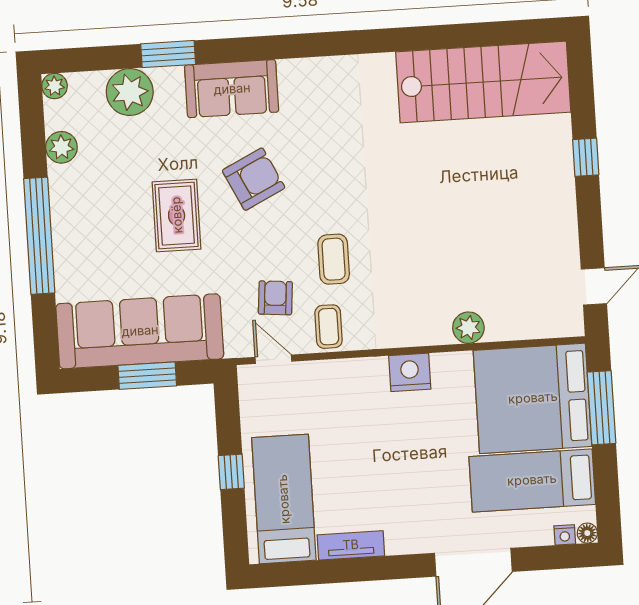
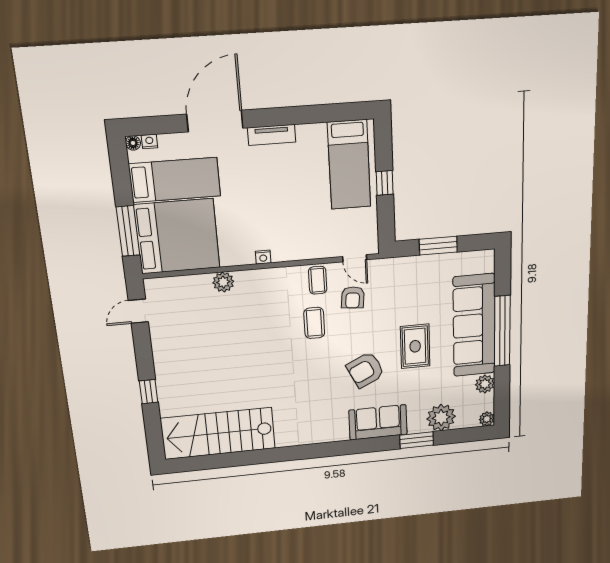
sofa: (140, 331) -> (474, 325), moved, turned 90
nightstand: (410, 372) -> (263, 257), width x0.53, depth x0.56
tv unit: (351, 545) -> (272, 135), moved

